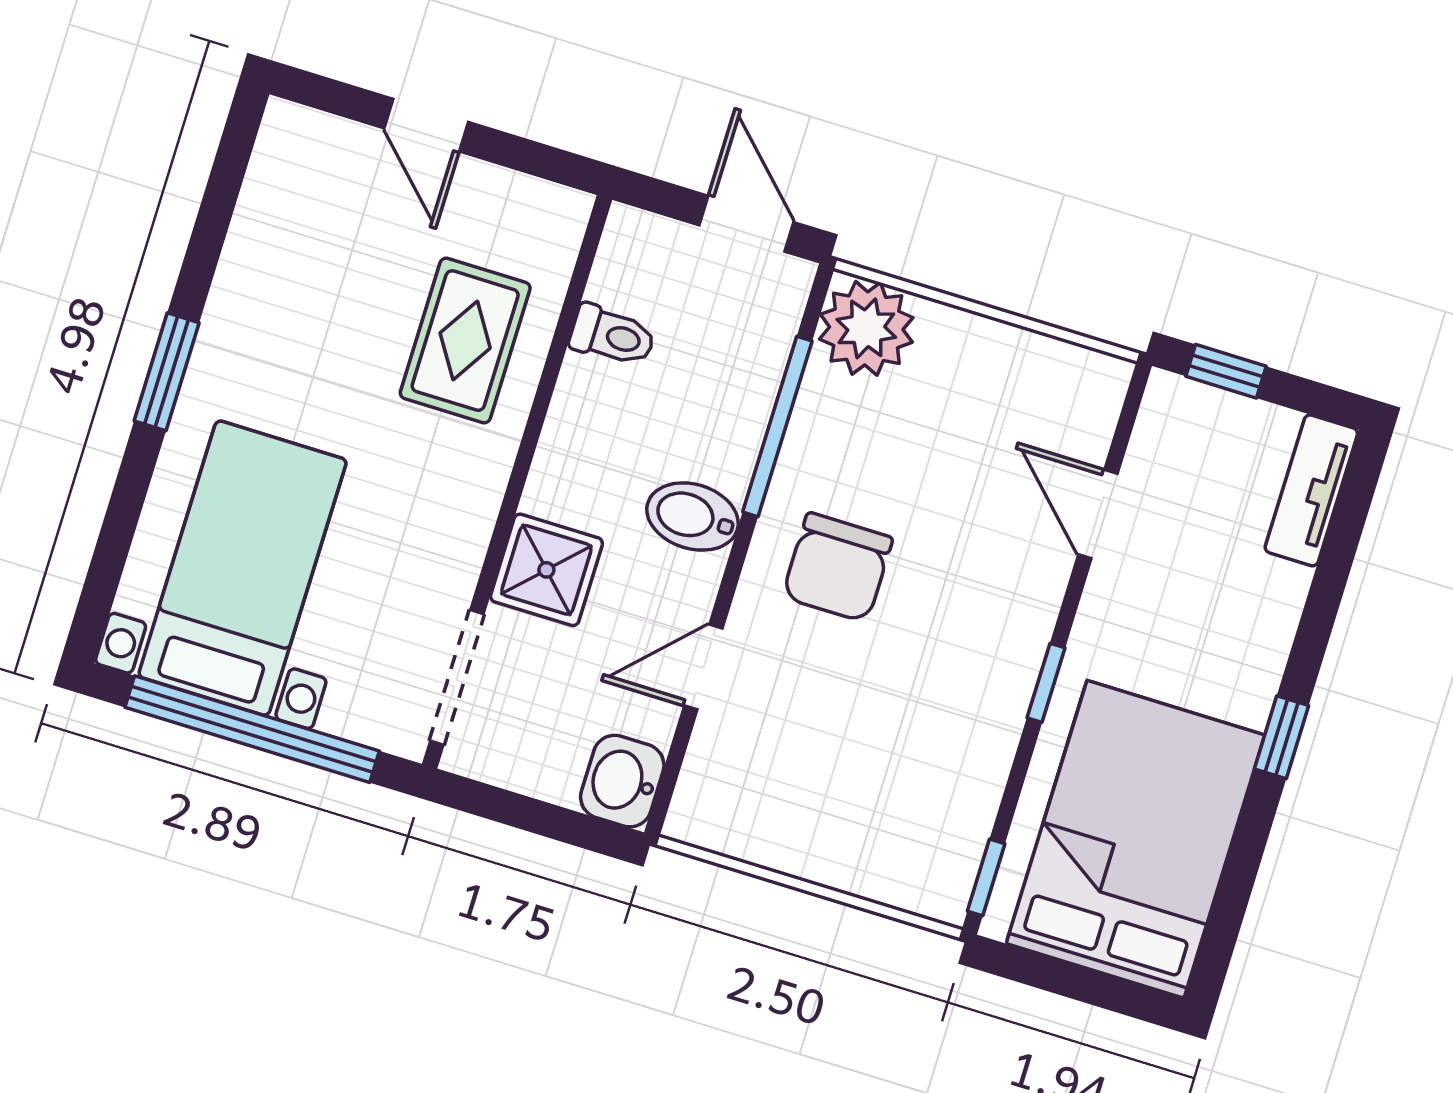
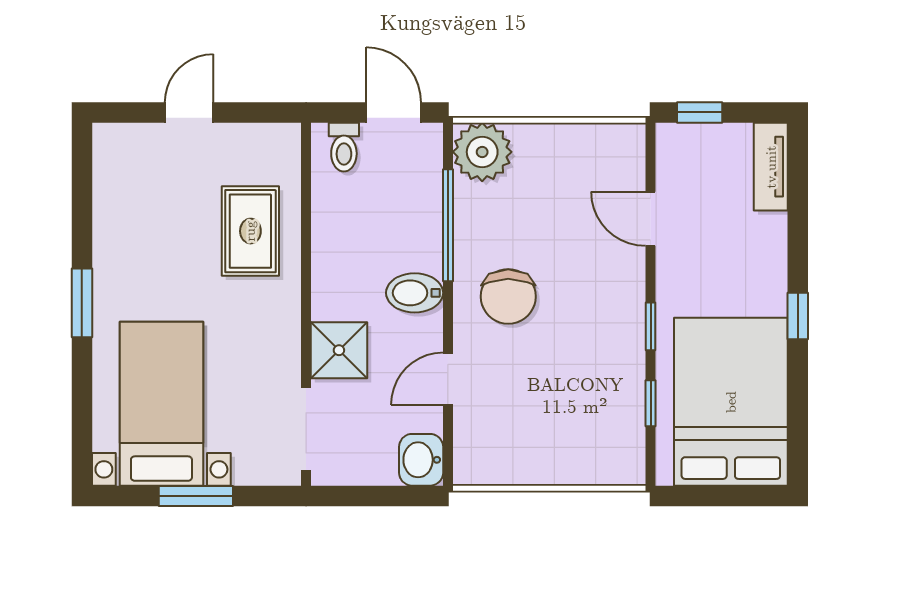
door: (426, 125) -> (189, 112), swing flipped
toilet: (612, 336) -> (344, 147), moved, turned 90
window: (252, 729) -> (196, 496), width x0.47
window: (986, 877) -> (651, 403), moved

